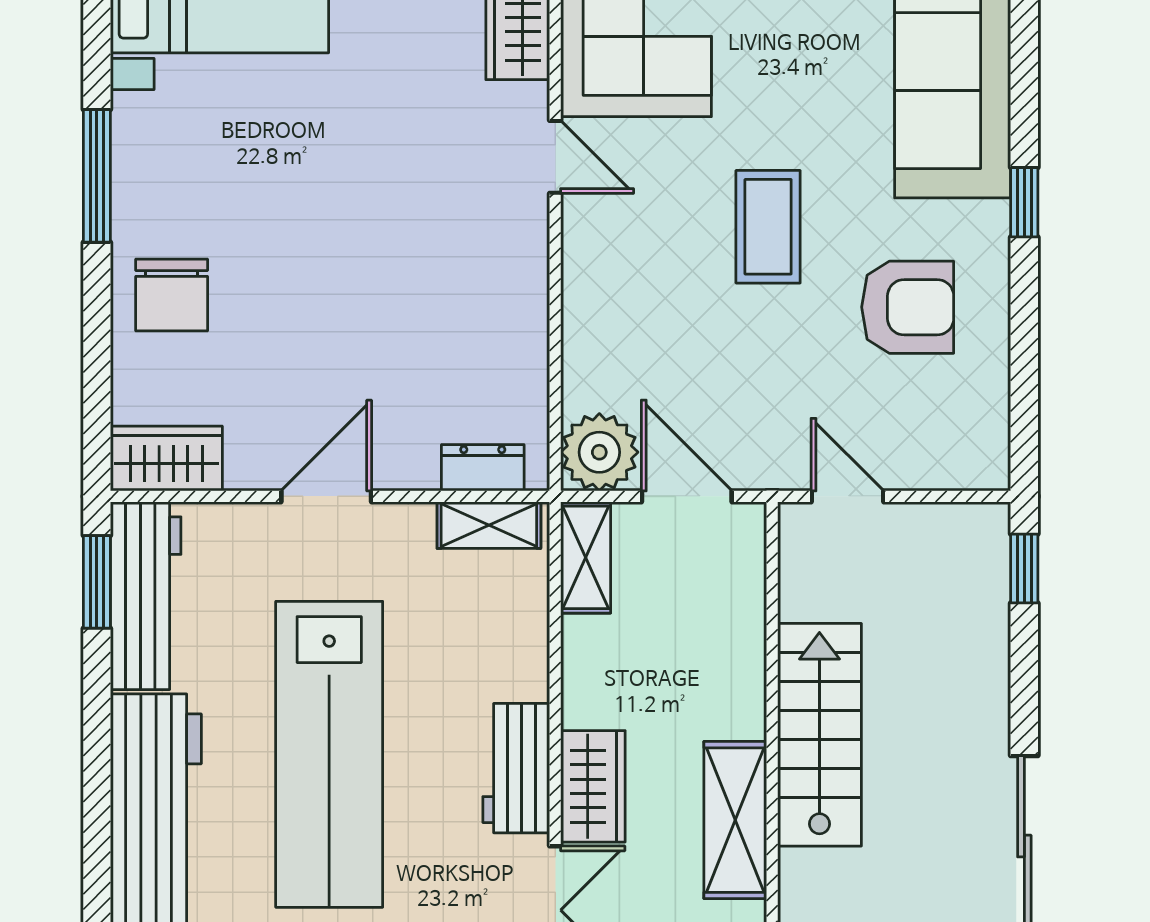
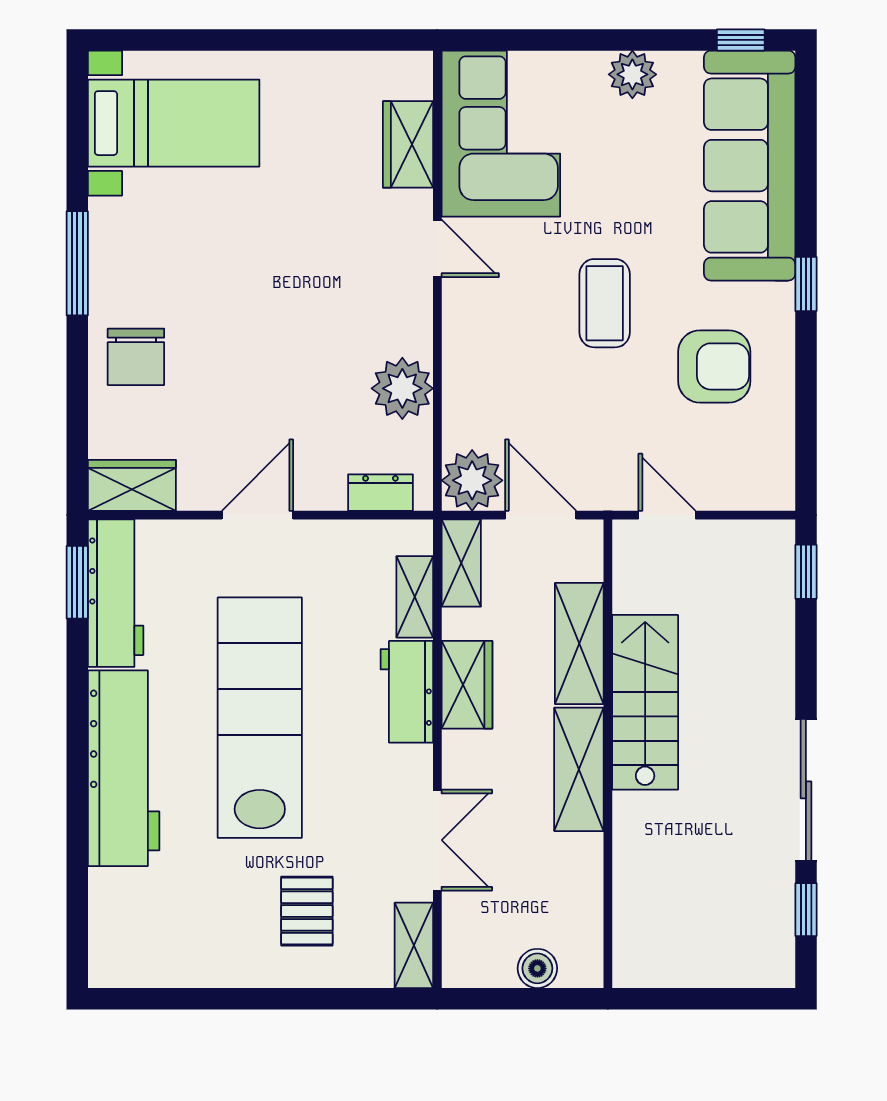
plant: (511, 335) -> (402, 388), added
shelving: (489, 525) -> (415, 597), moved, turned 90
shelving: (736, 660) -> (579, 644), added
lab bench: (329, 754) -> (260, 718), turned 180
workbench: (516, 768) -> (407, 692), moved
wardrobe: (593, 786) -> (467, 685), moved

